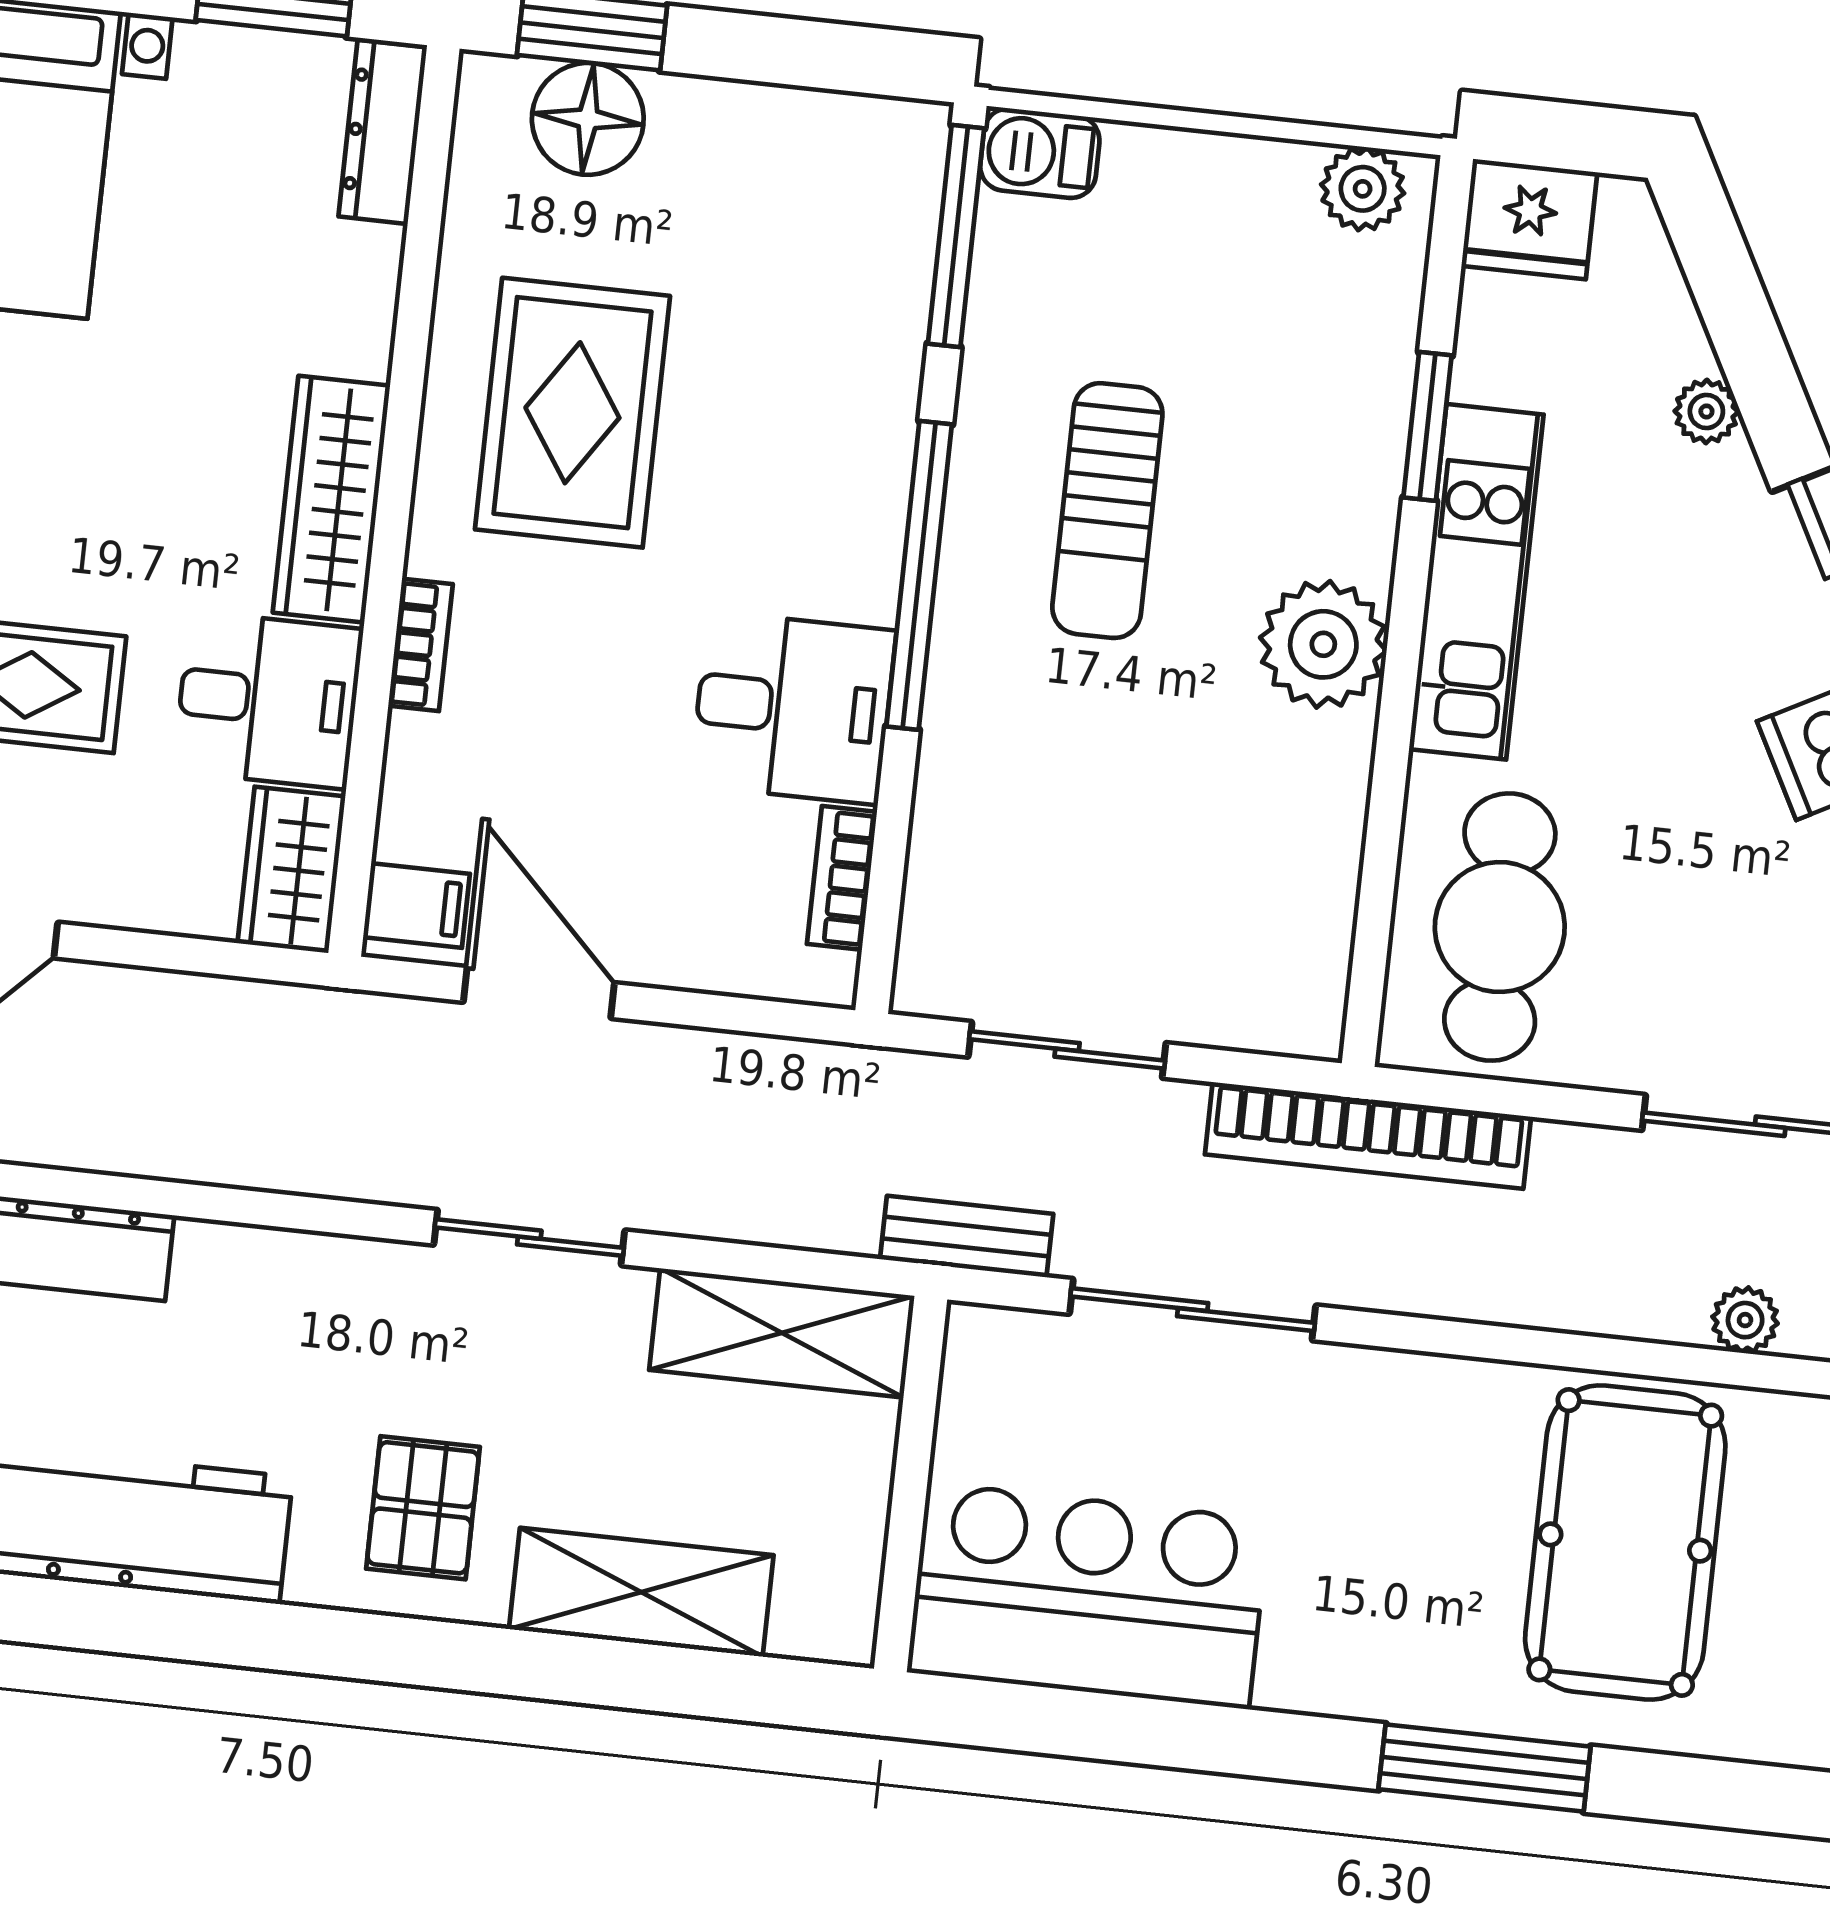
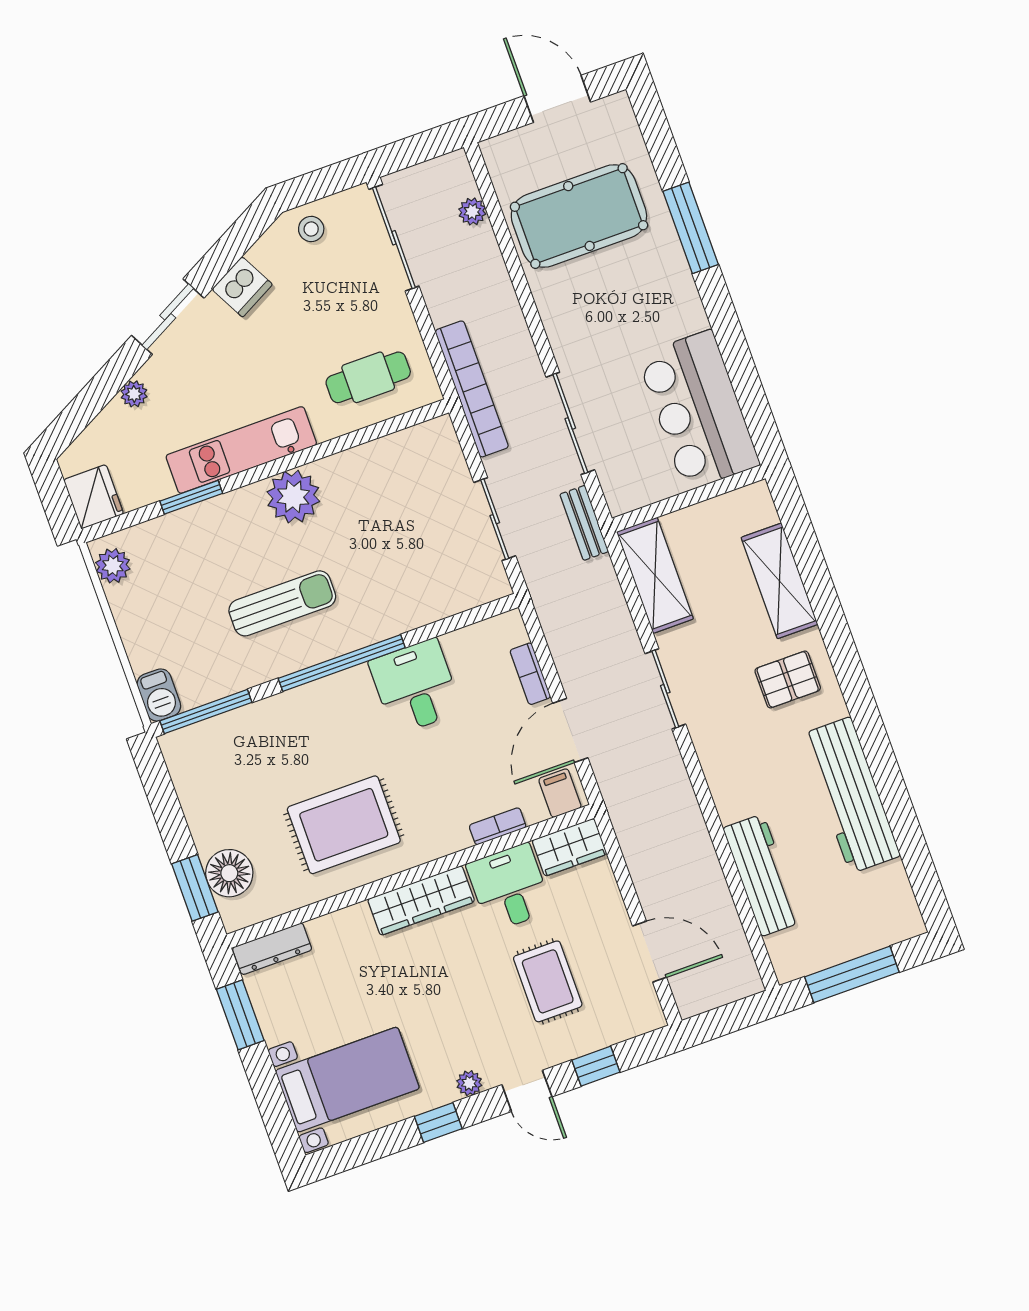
bookcase: (420, 645) -> (498, 826), moved
bookcase: (842, 878) -> (530, 674), moved, turned 90
cafe table: (1500, 927) -> (368, 377), width x0.73, depth x0.74

